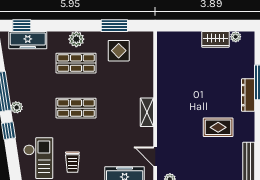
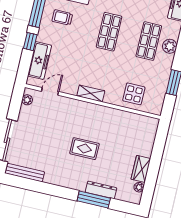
display table: (119, 51) -> (134, 94), moved
dresser: (248, 95) -> (101, 190), moved
rug: (218, 127) -> (84, 149), moved, turned 90

